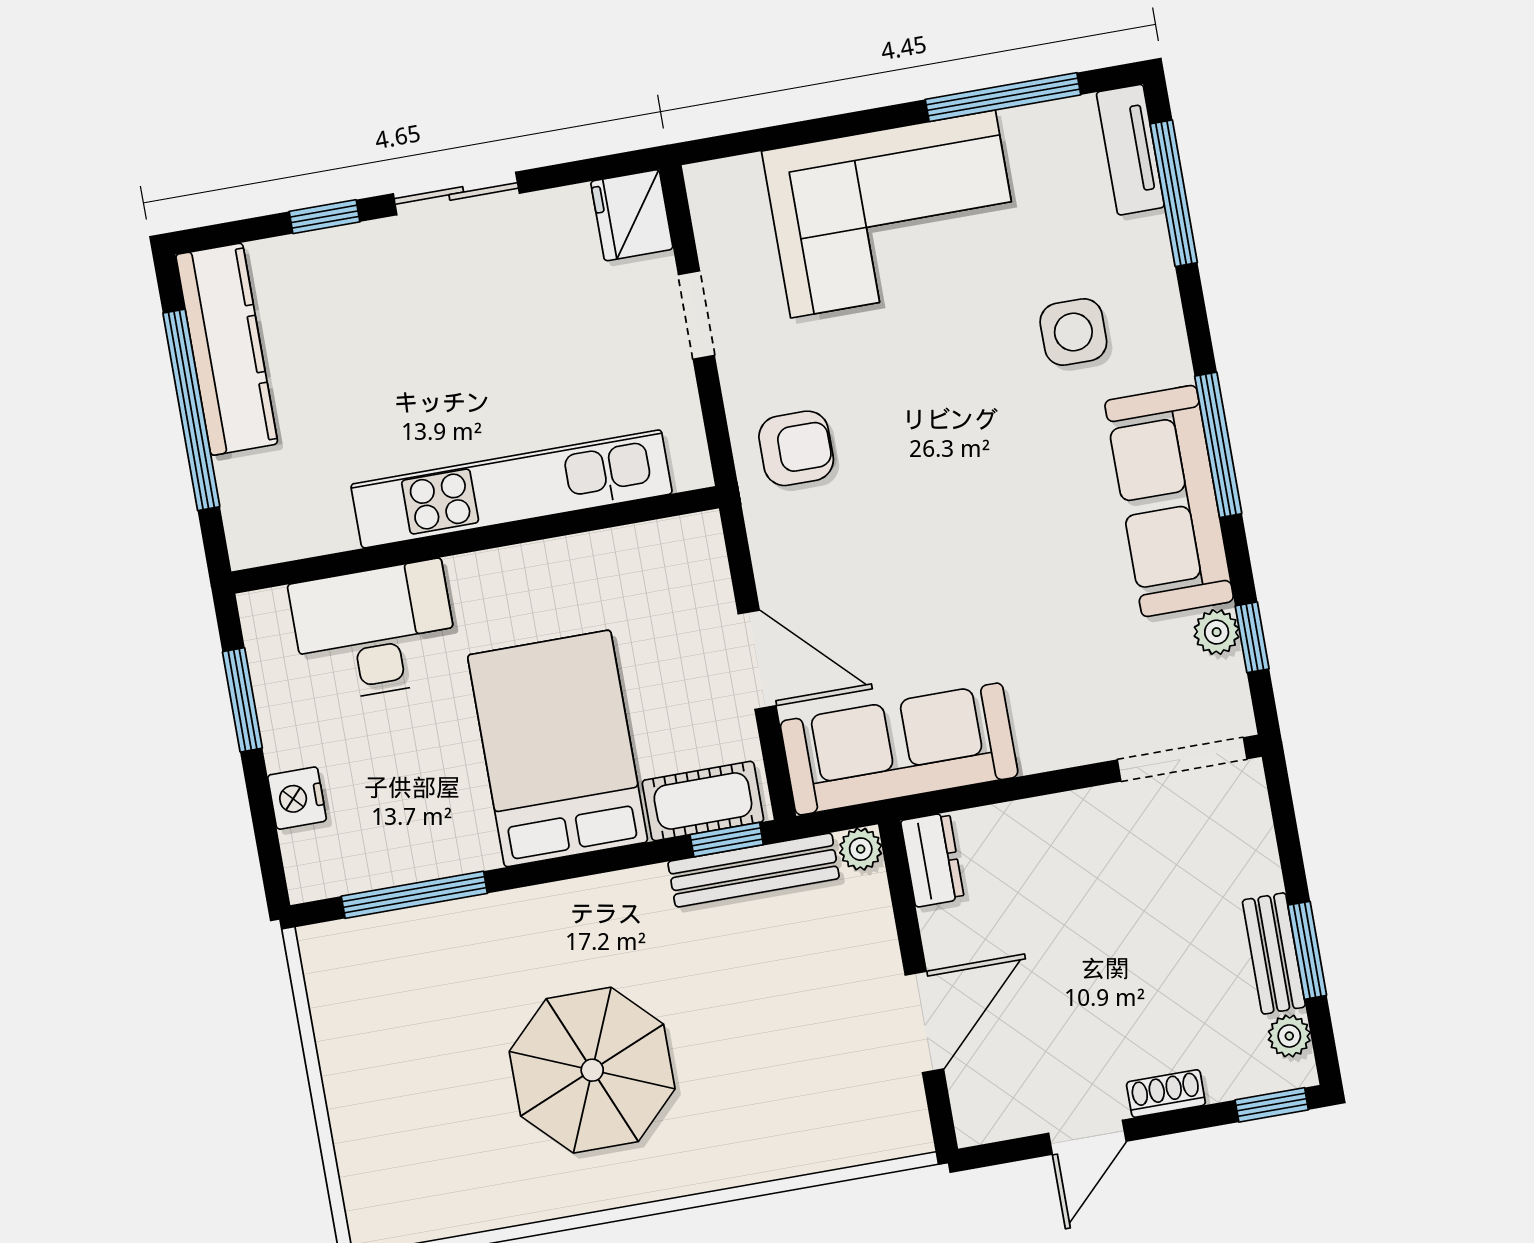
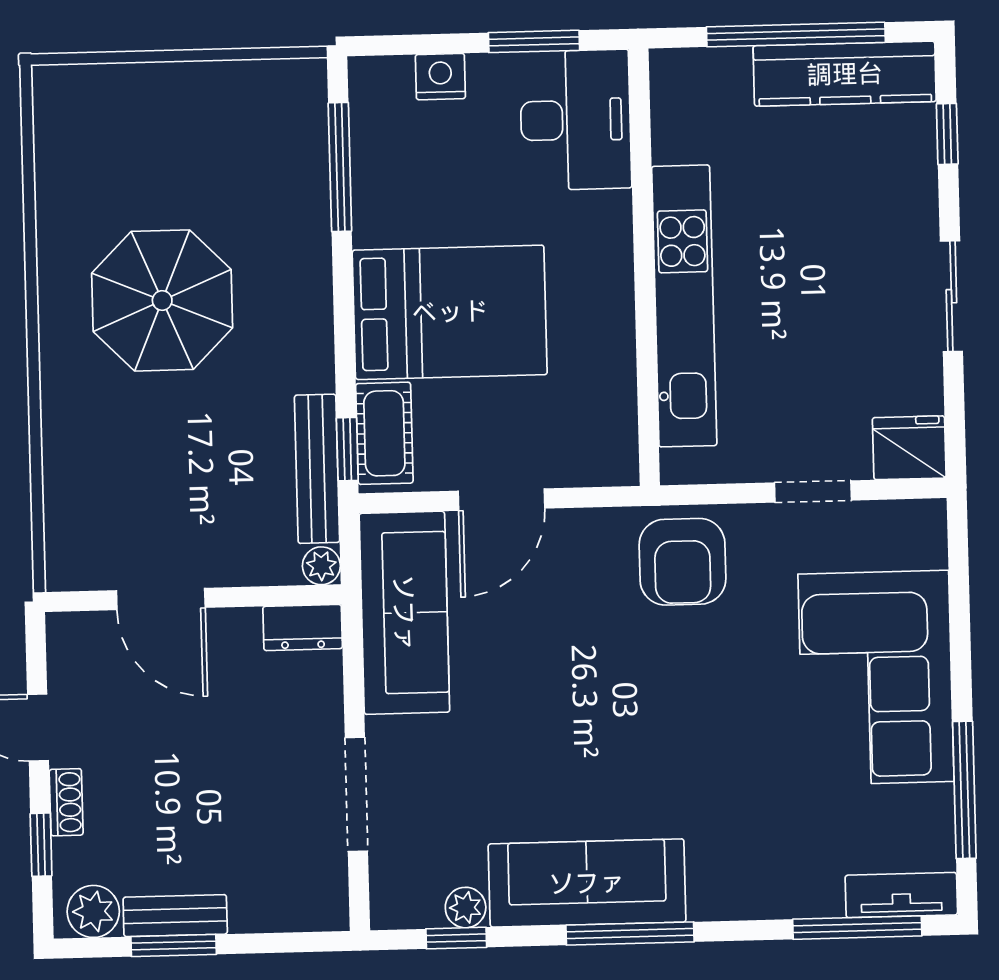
window: (325, 217) -> (947, 134), moved
side table: (1073, 332) -> (748, 821), removed
armchair: (796, 448) -> (682, 562), width x1.38, depth x1.38
desk: (375, 631) -> (576, 120), moved
doorway: (1182, 759) -> (356, 794), moved
plant: (1289, 1036) -> (93, 911), width x1.38, depth x1.38
window: (1272, 1105) -> (41, 845), moved

